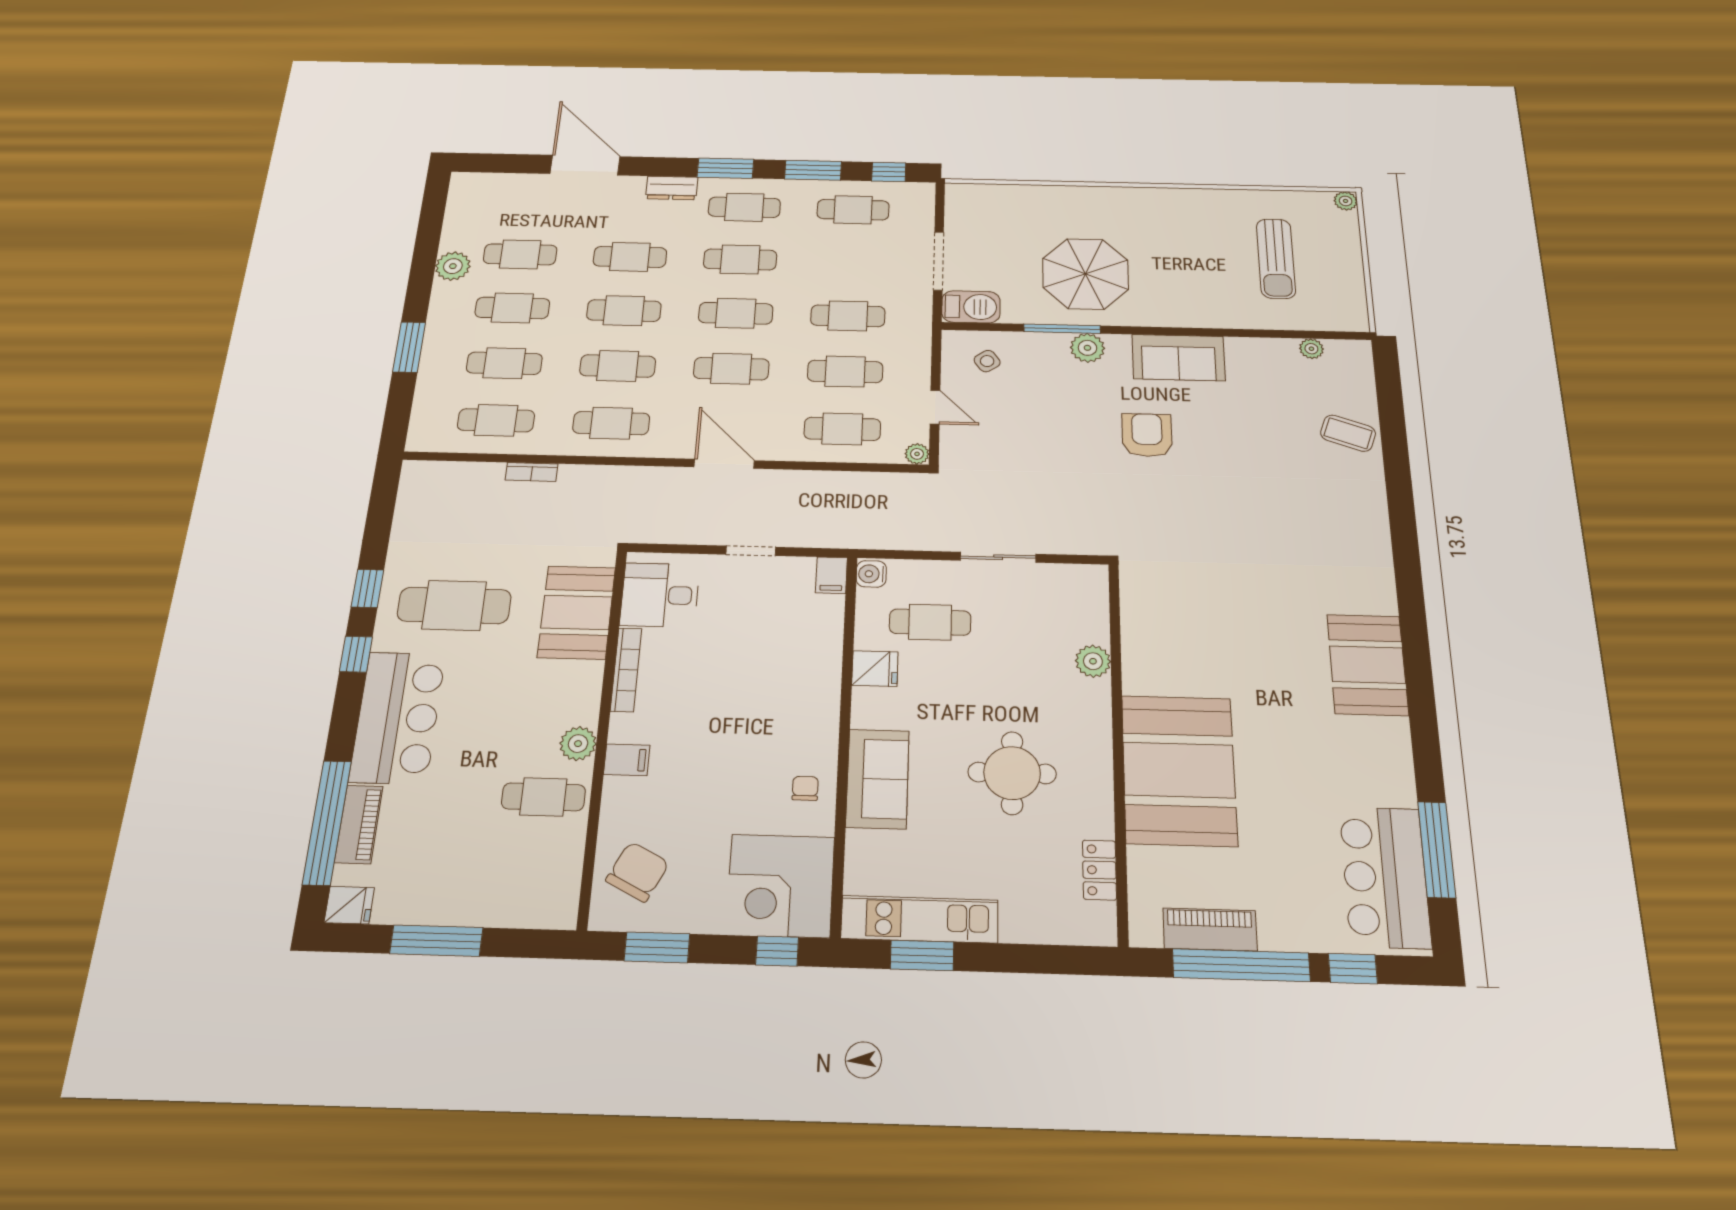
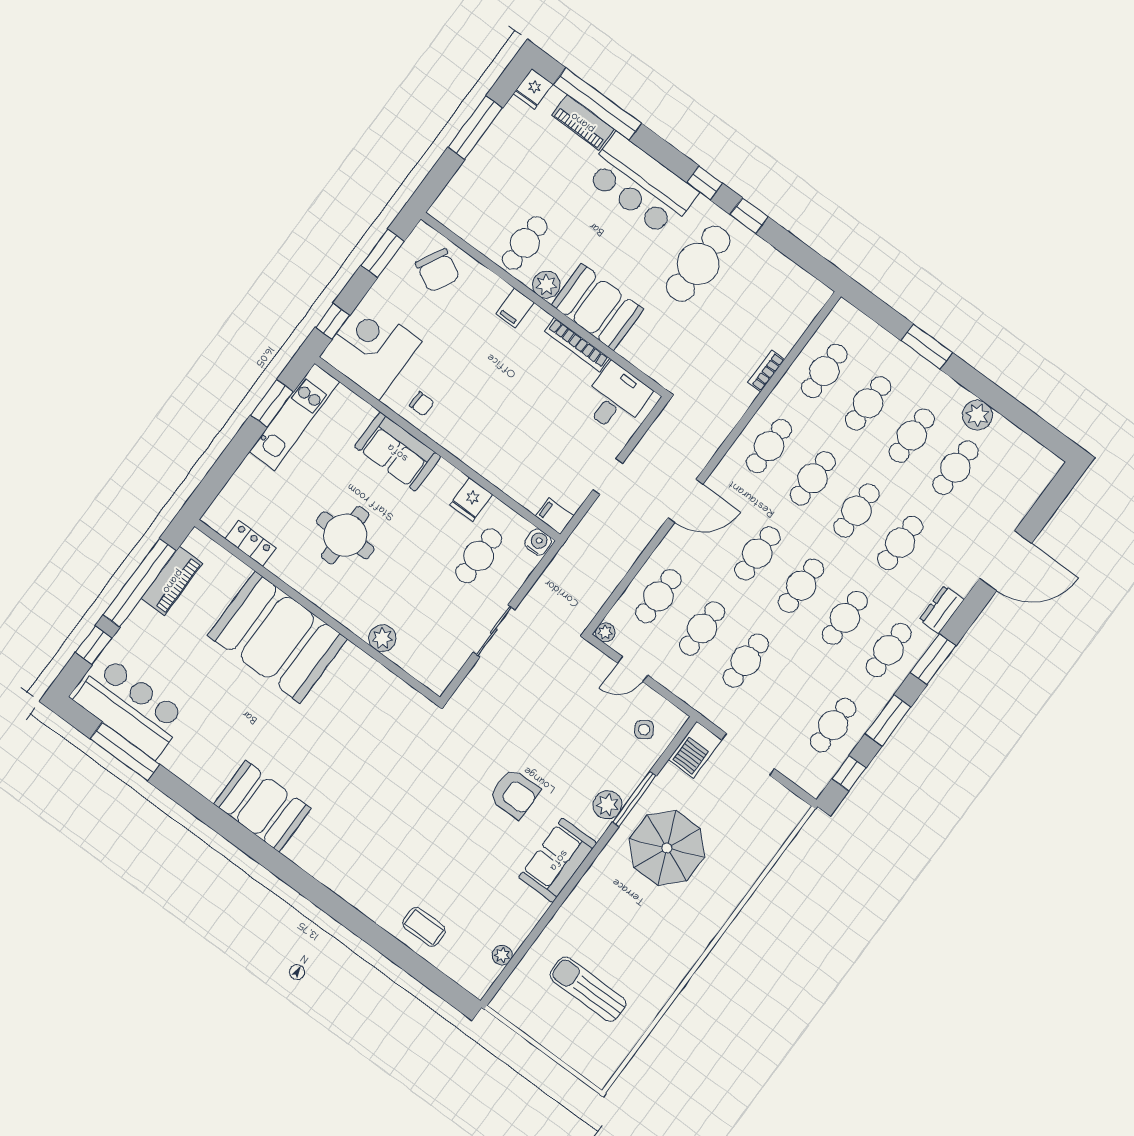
plant: (1346, 201) -> (600, 1077), removed
coffee table: (1348, 433) -> (424, 927), turned 71
booth: (577, 612) -> (597, 307), moved

